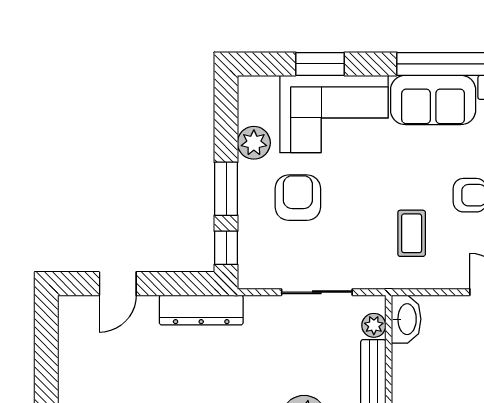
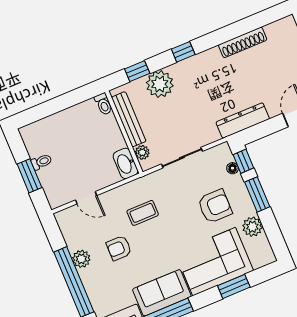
armchair: (298, 198) -> (215, 206), turned -90
coffee table: (412, 233) -> (143, 213), turned 90
floor lamp: (247, 244) -> (233, 168), added

